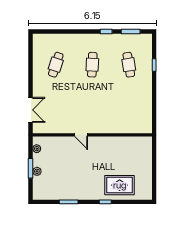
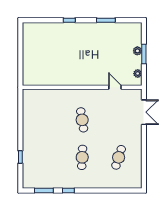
cafe table: (129, 65) -> (82, 120), moved
double door: (30, 110) -> (144, 112), swing flipped
door: (81, 135) -> (115, 87), moved
rug: (120, 185) -> (55, 37), removed

